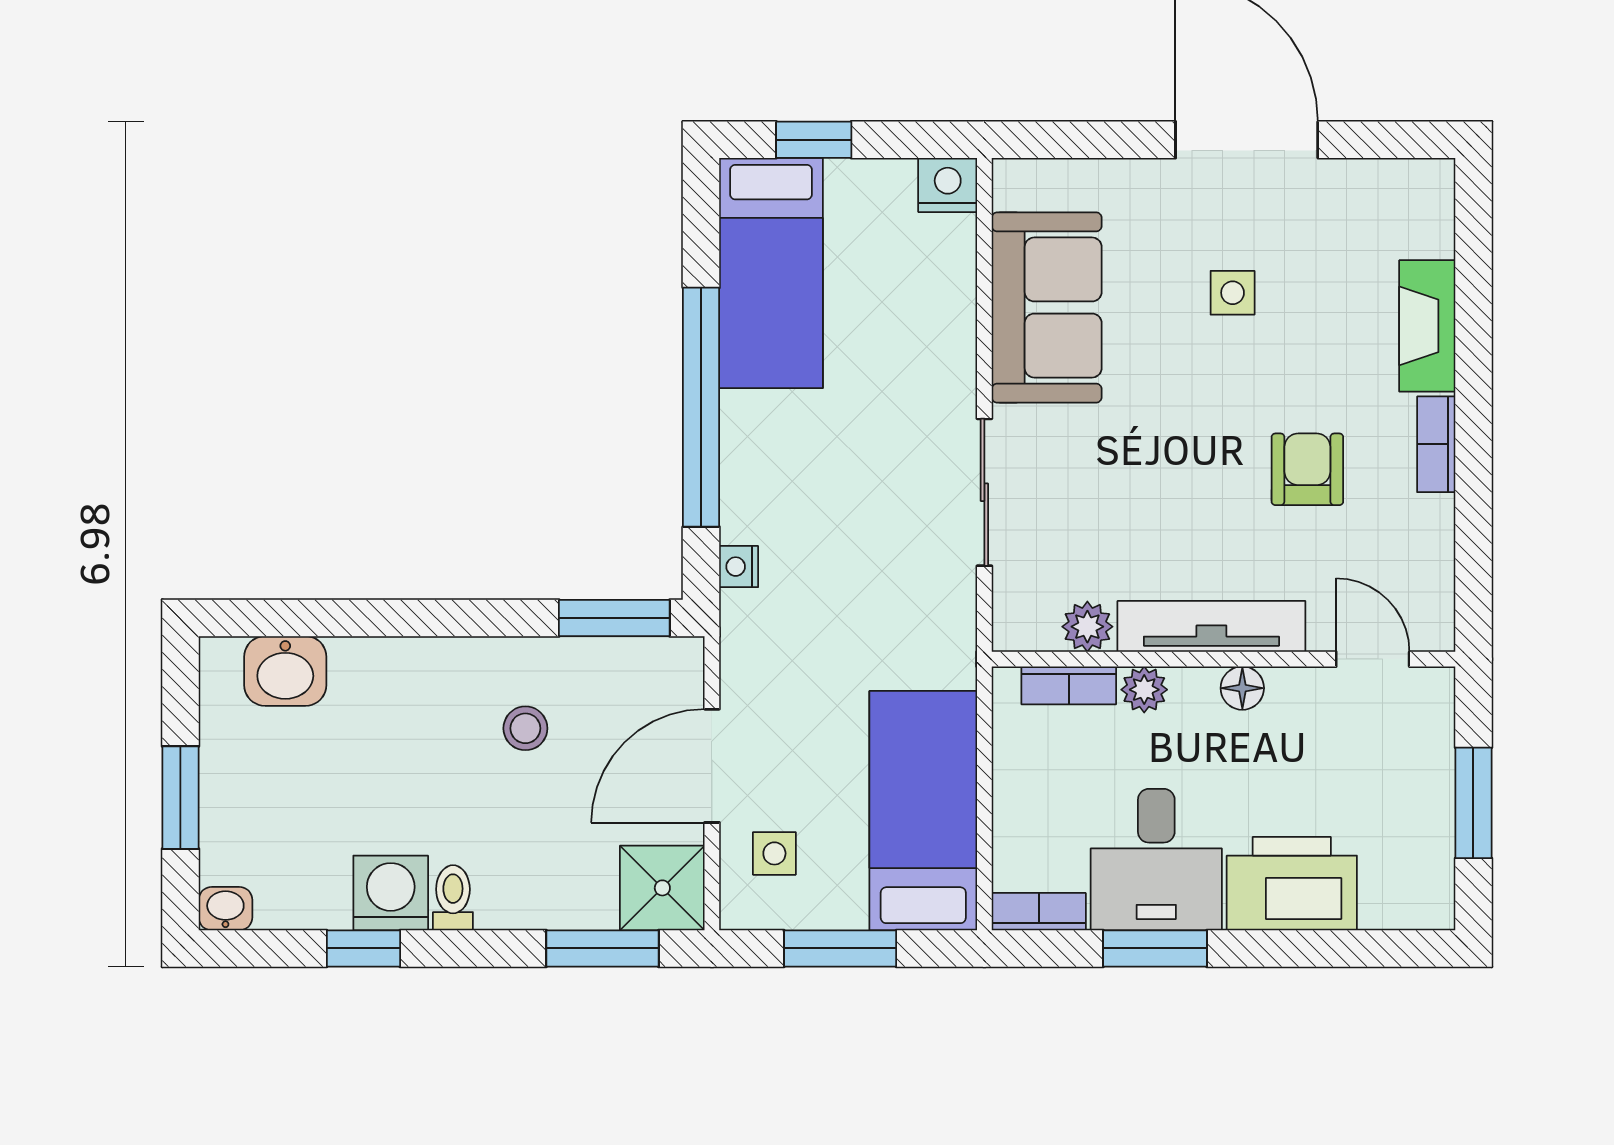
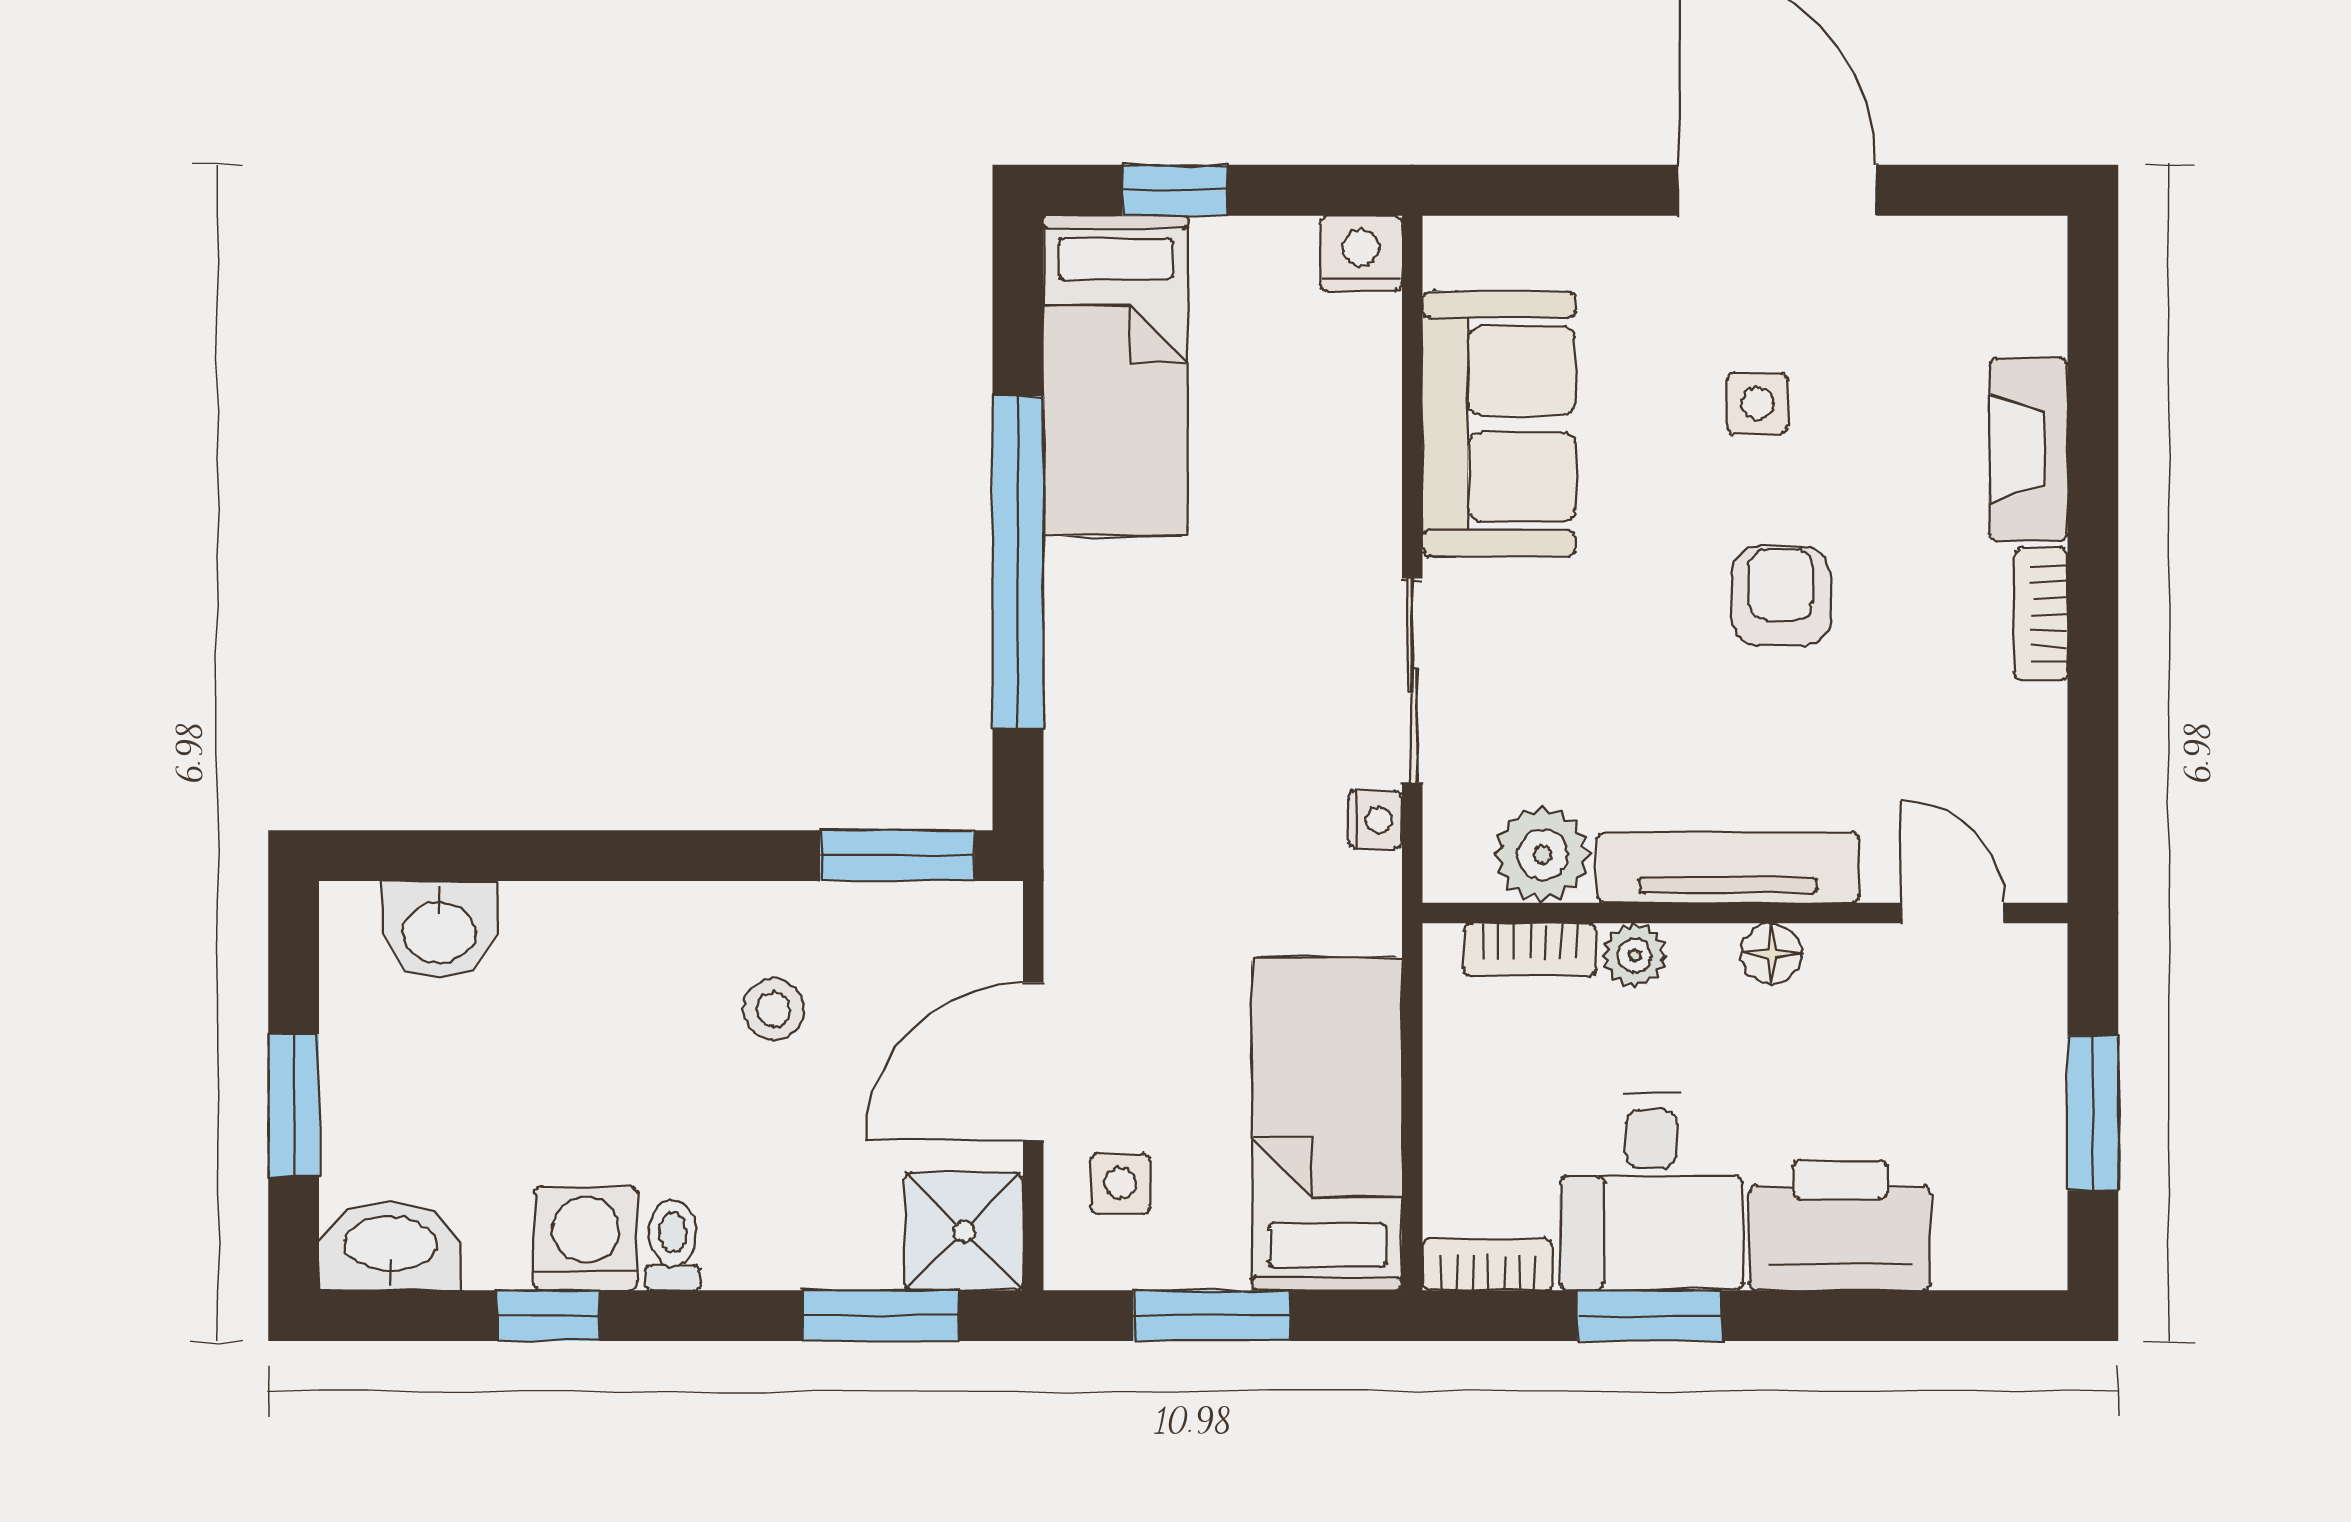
armchair: (1307, 469) -> (1781, 596), moved
nightstand: (739, 567) -> (1375, 820), moved, turned 180
plant: (1087, 627) -> (1542, 854), width x1.38, depth x1.38
washbasin: (225, 909) -> (390, 1247), width x1.91, depth x1.45

